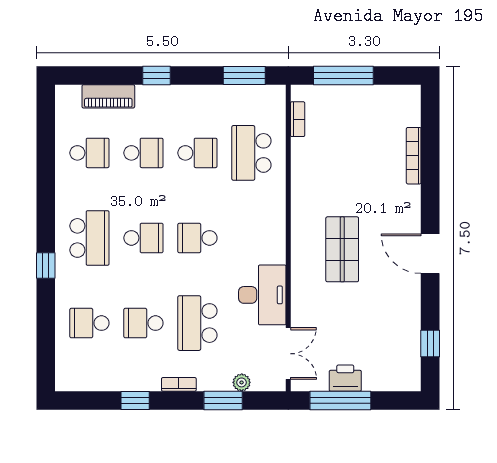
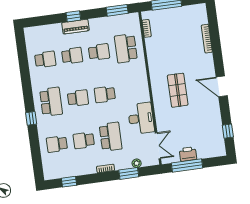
piano: (108, 96) -> (75, 27), moved
school desk: (197, 323) -> (111, 137), turned 180
window: (135, 400) -> (69, 182), moved

